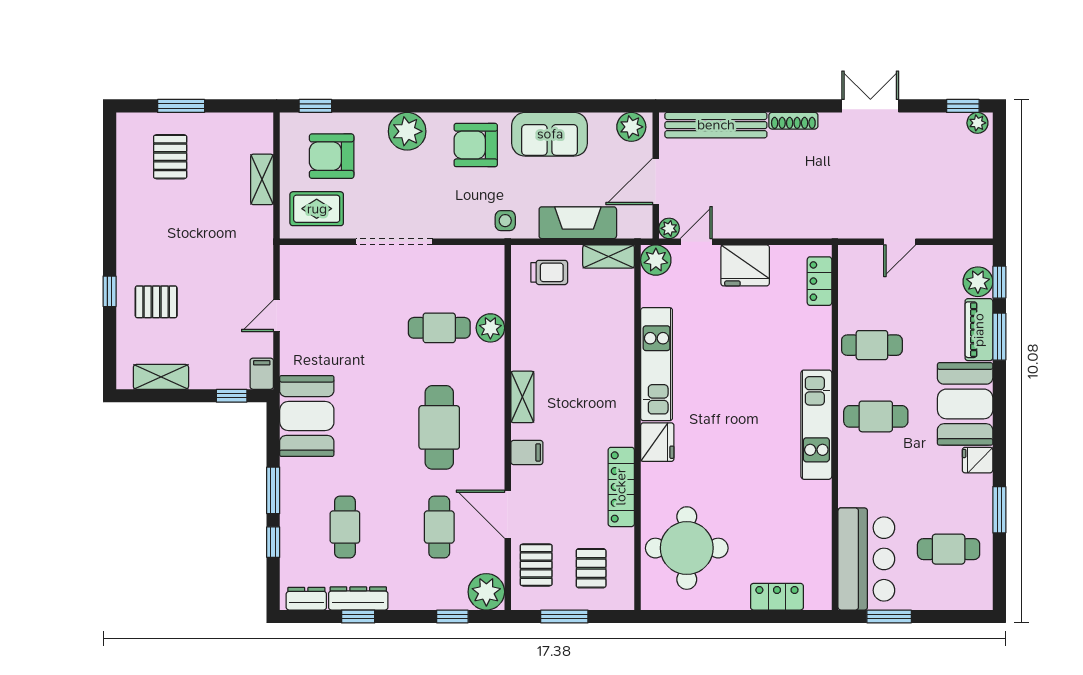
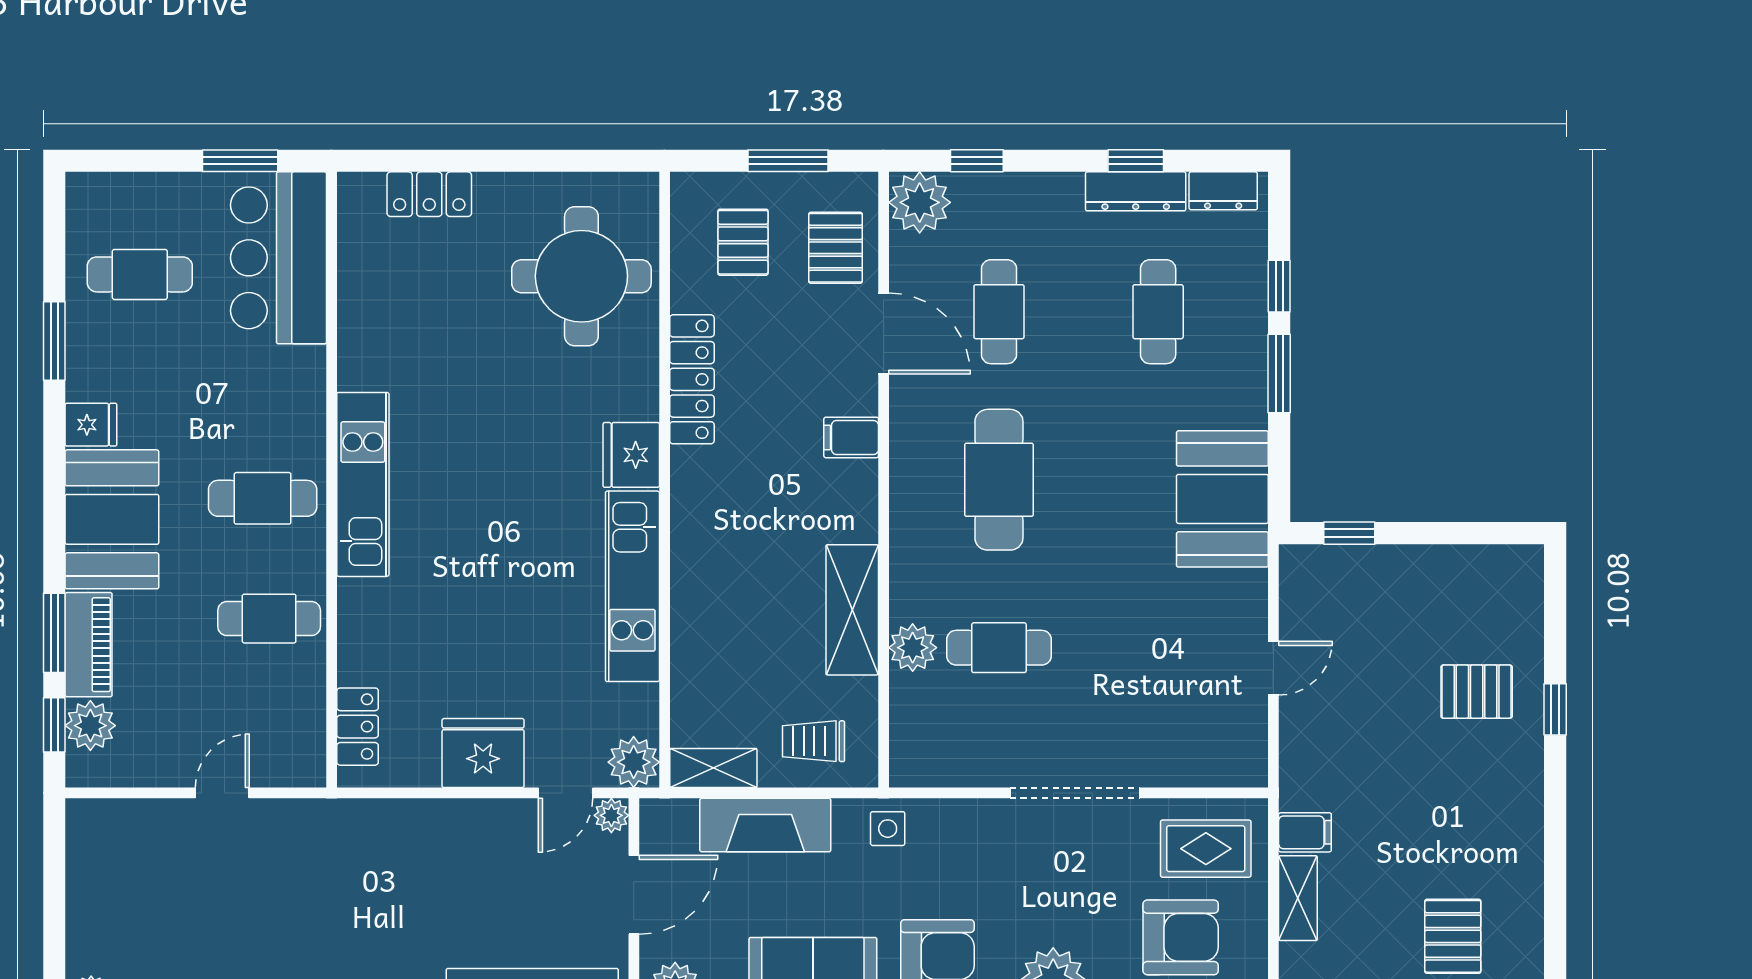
filing cabinet: (262, 374) -> (1305, 832), moved, turned -90
shelving: (161, 377) -> (1468, 565), removed
shelving: (522, 397) -> (852, 610), moved, width x1.50, depth x1.33

